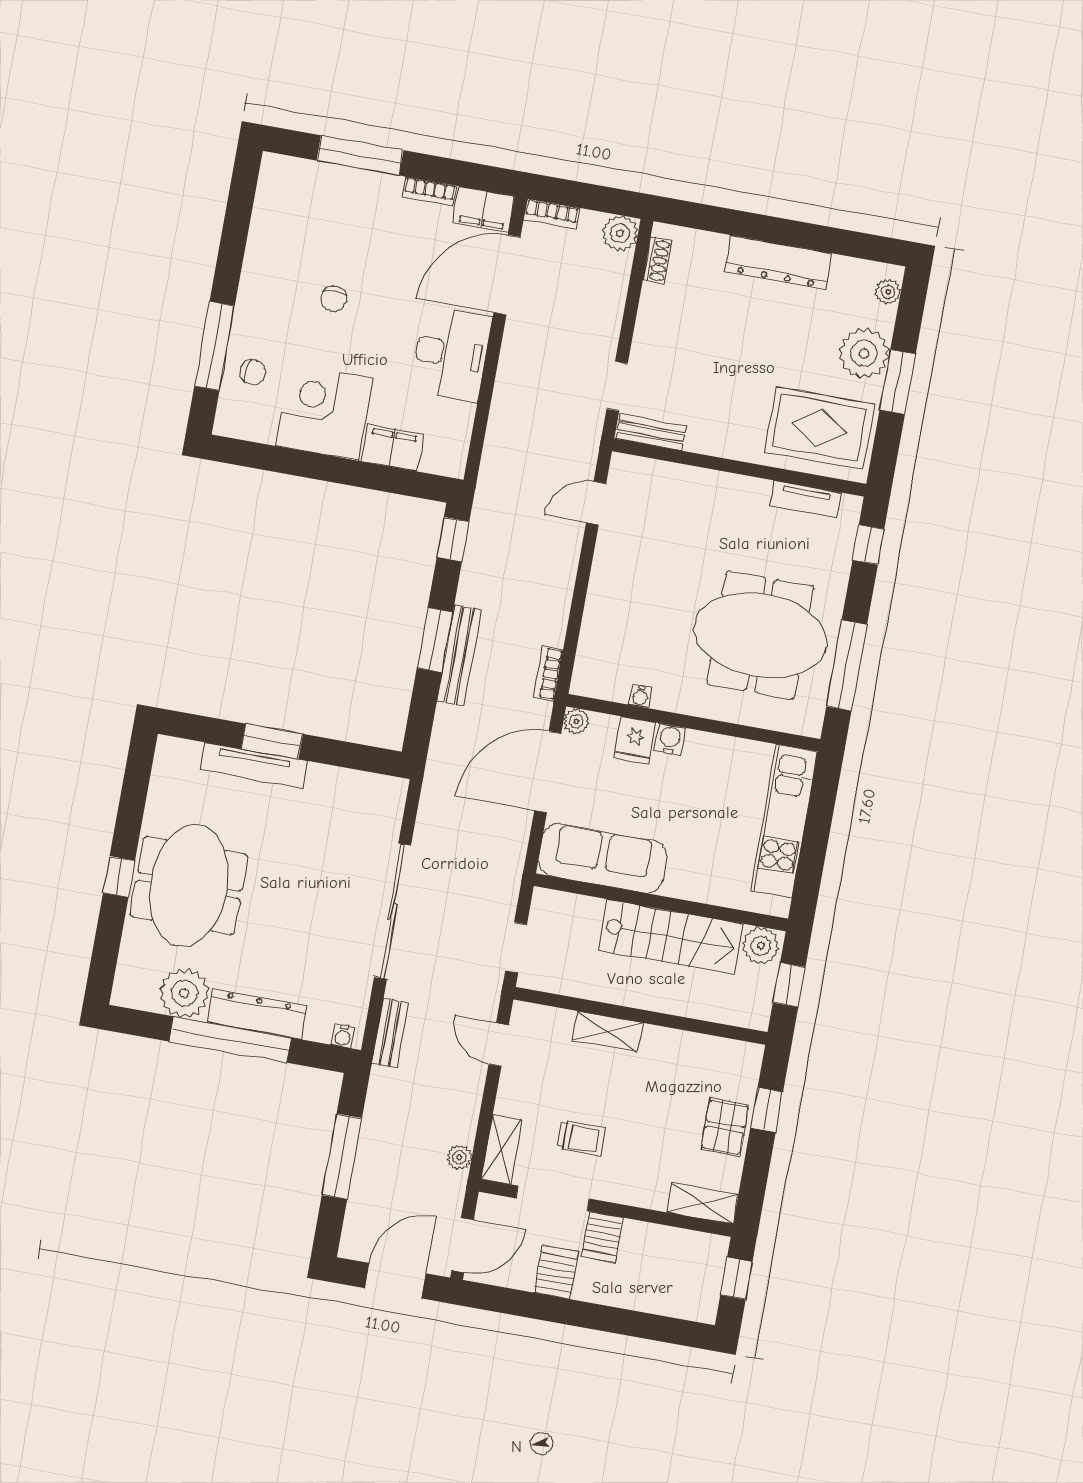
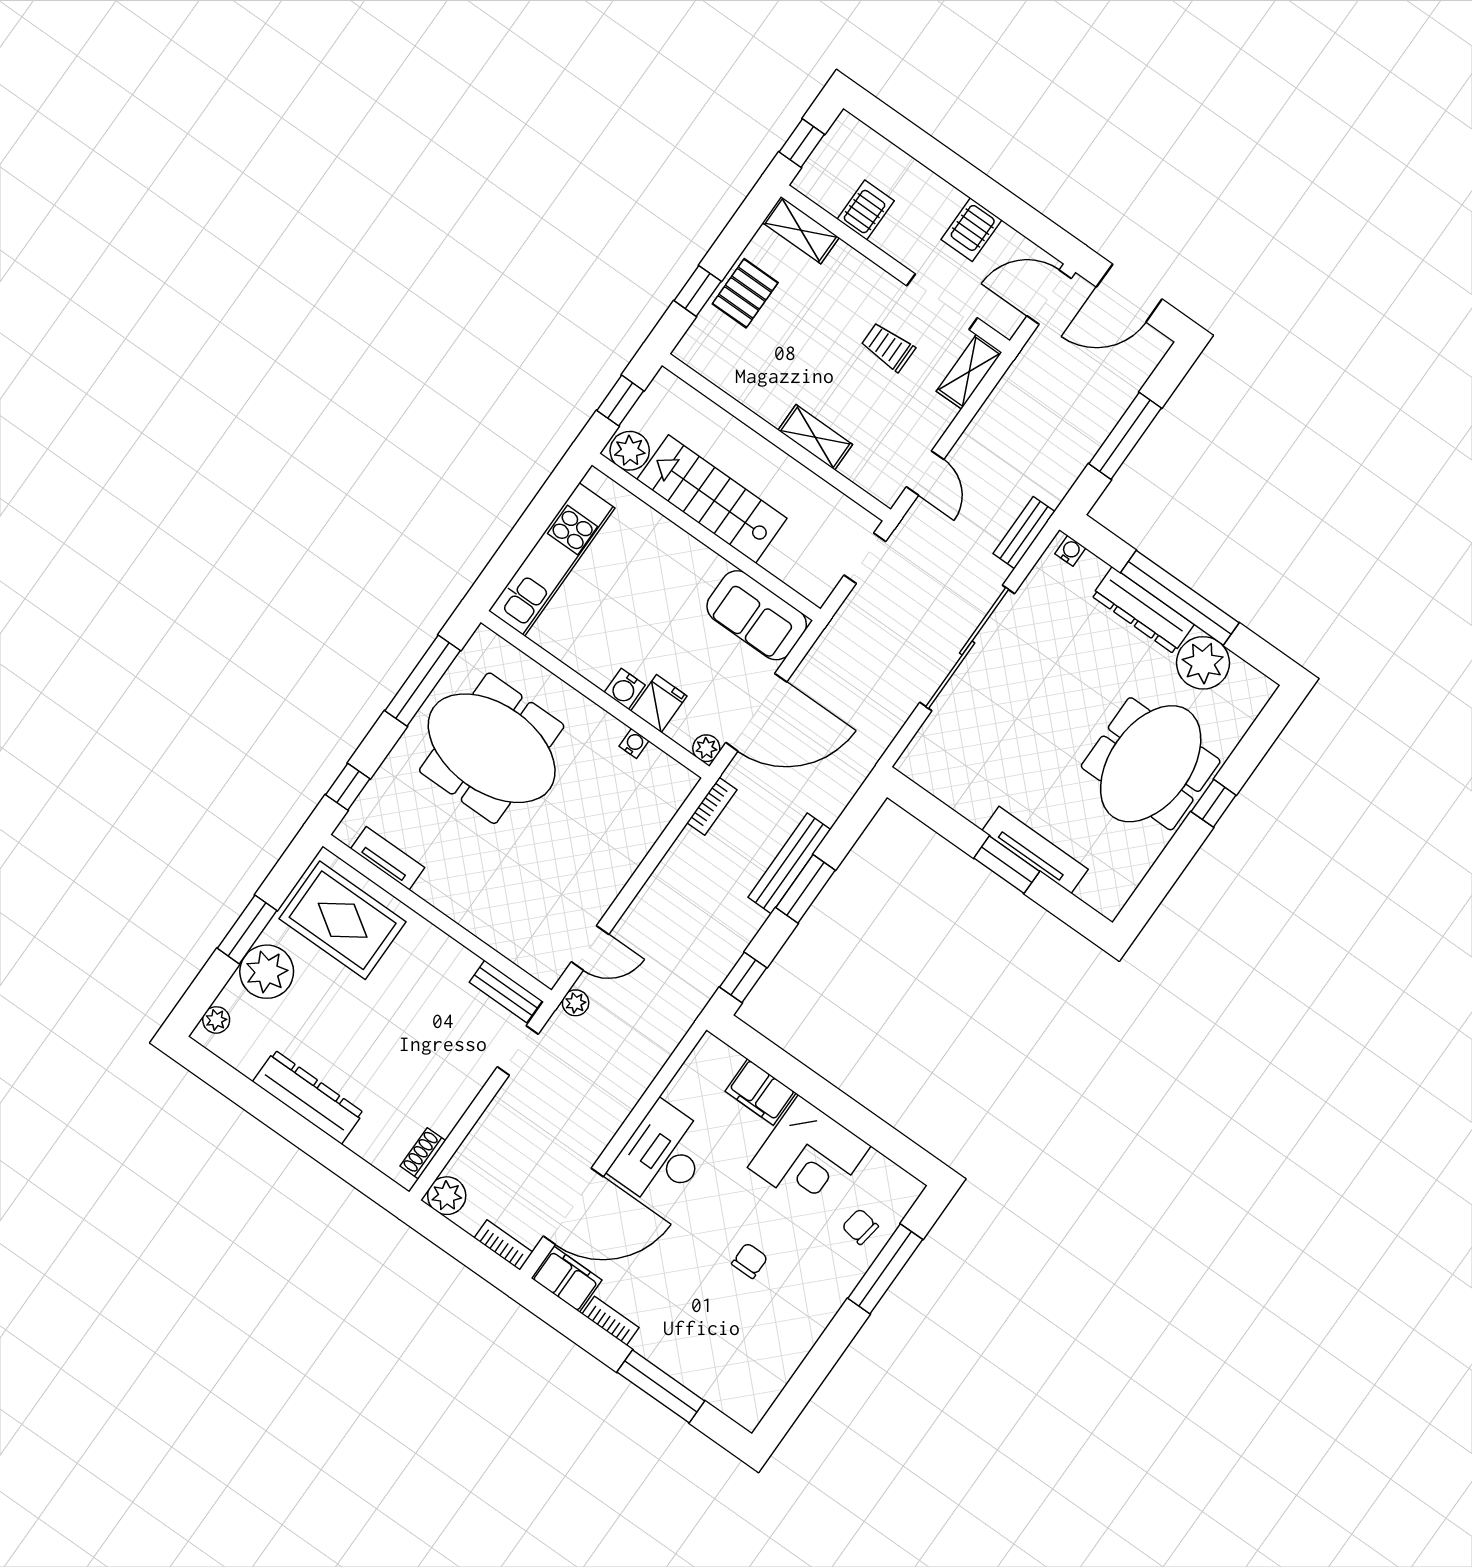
sofa: (603, 858) -> (757, 615), width x0.73
plant: (459, 1157) -> (576, 1003), moved
server rack: (602, 1237) -> (866, 210), moved

